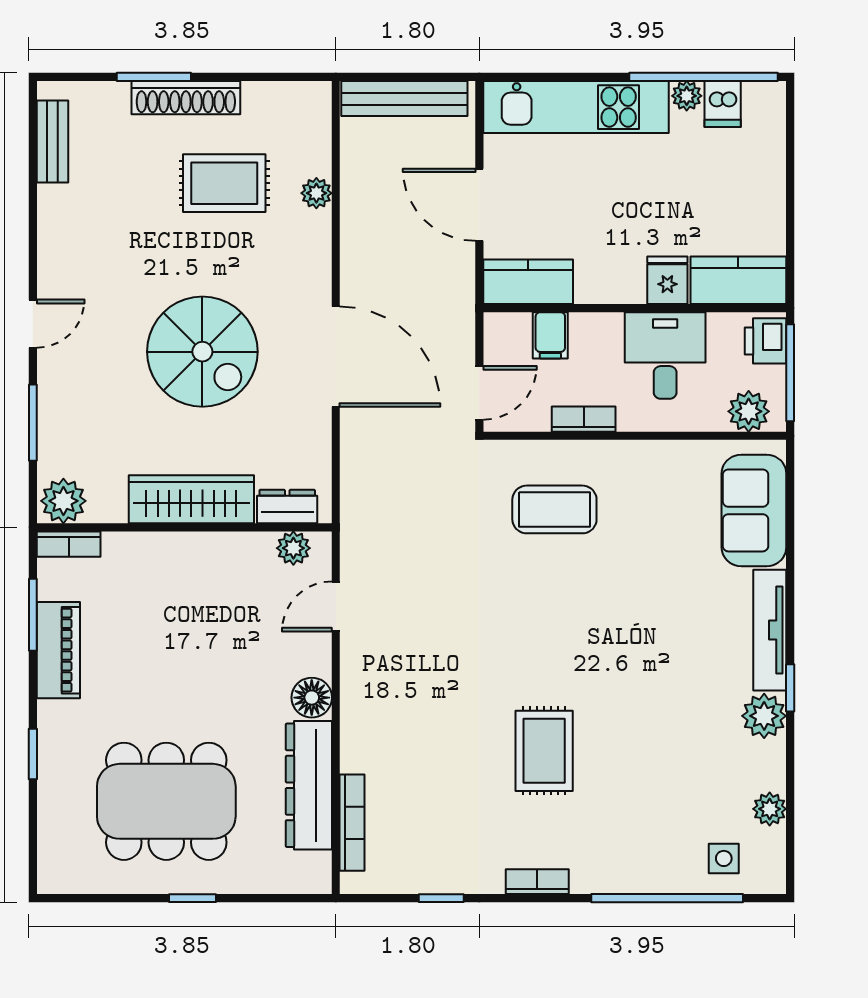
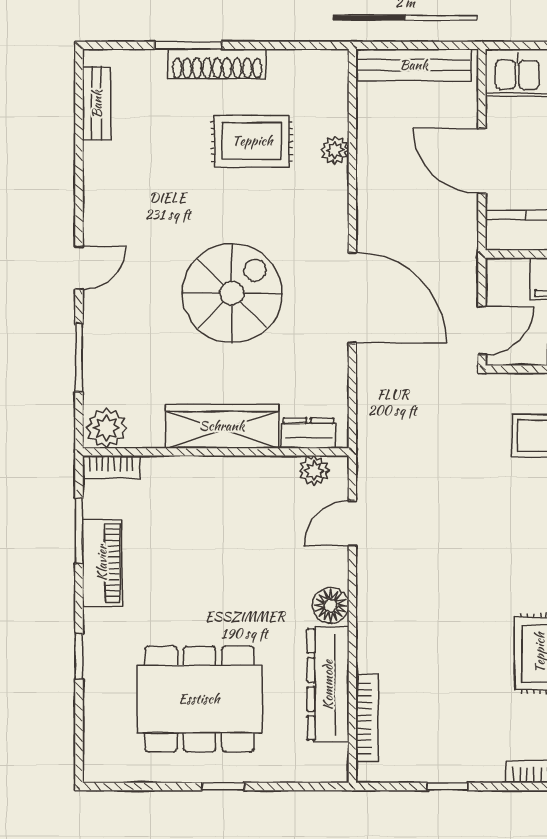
spiral stairs: (202, 352) -> (232, 293), turned -90

